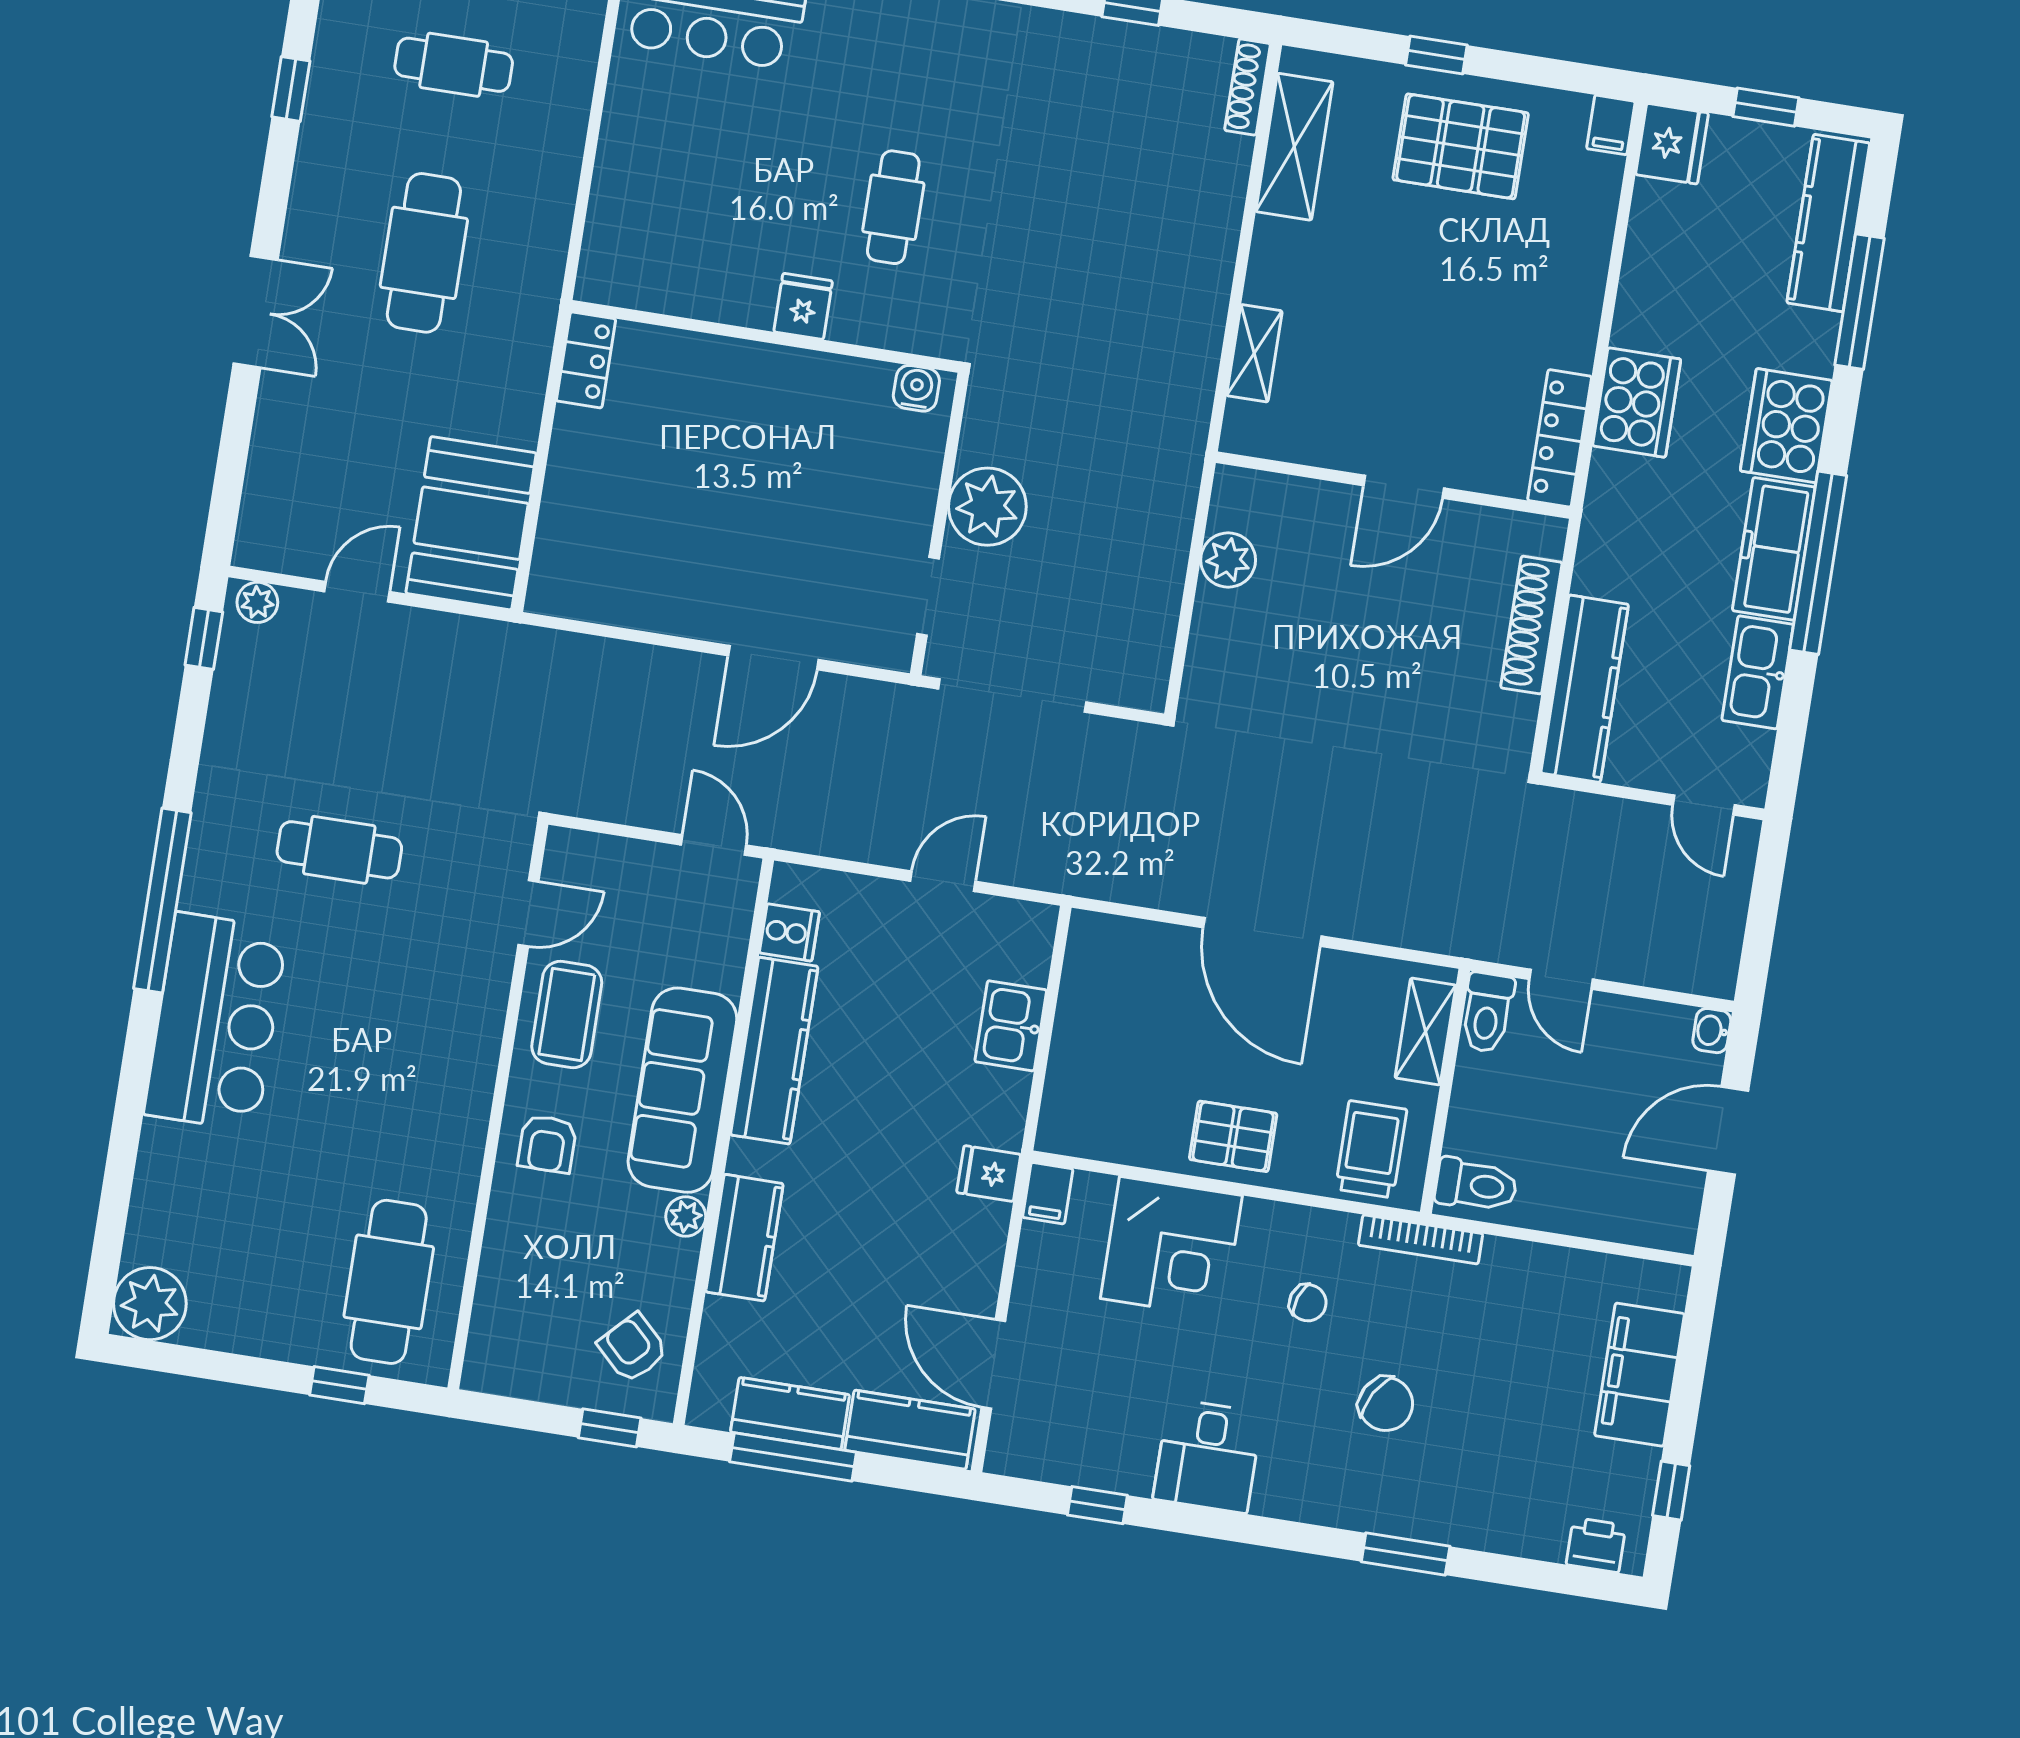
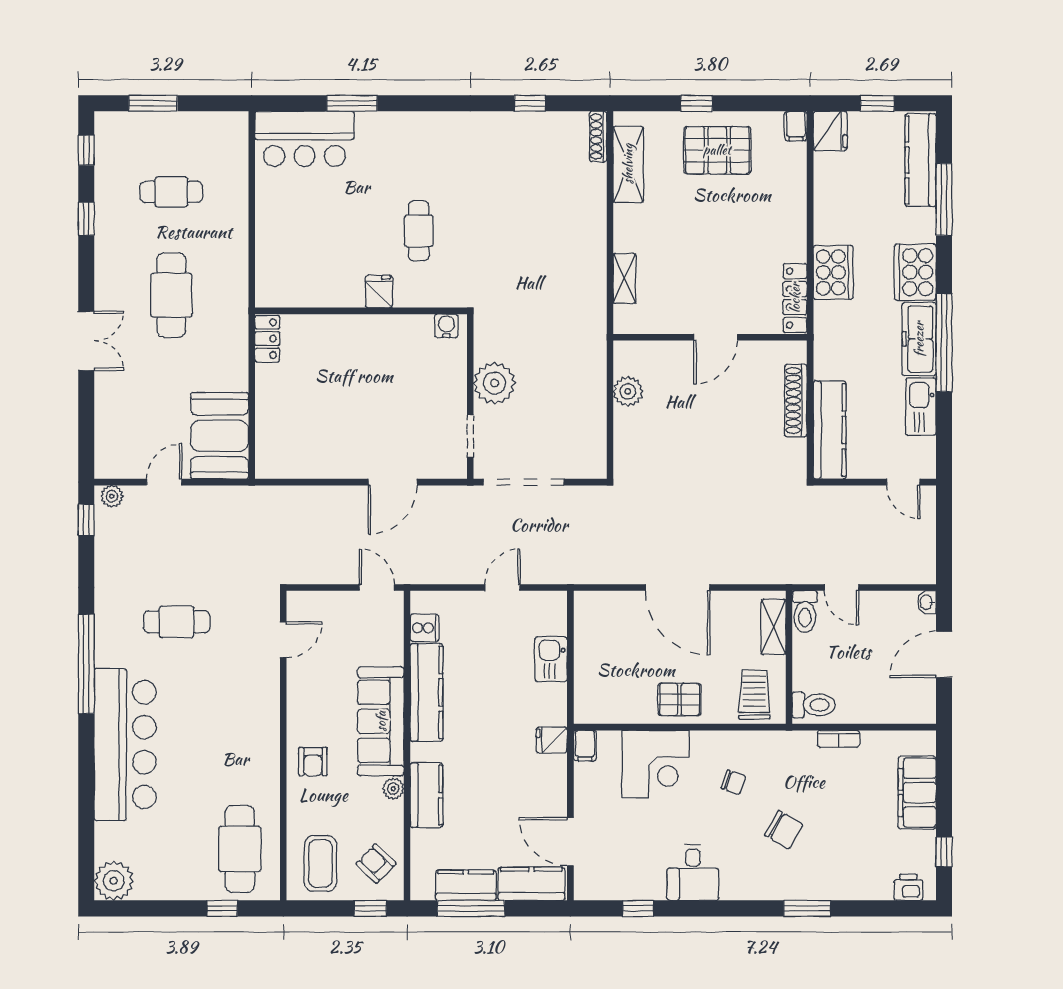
coffee table: (567, 1014) -> (320, 863), moved
bar counter: (216, 1022) -> (125, 745), width x1.36
bookcase: (1421, 1239) -> (838, 739), moved, width x0.64

